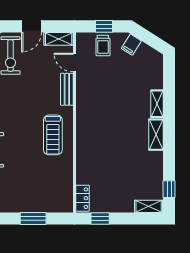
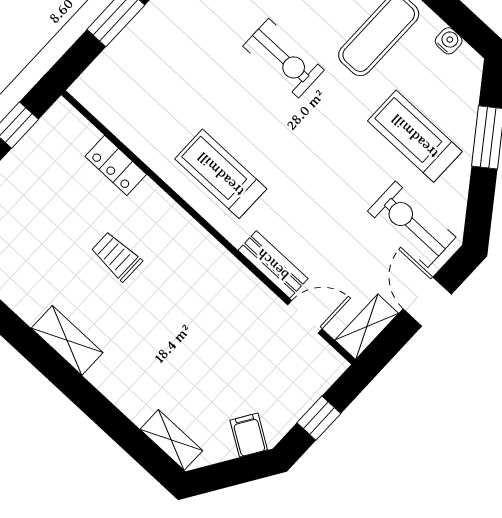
trolley: (103, 45) -> (116, 256), moved
shelving: (157, 104) -> (171, 440), moved
locker: (83, 198) -> (116, 165), moved

